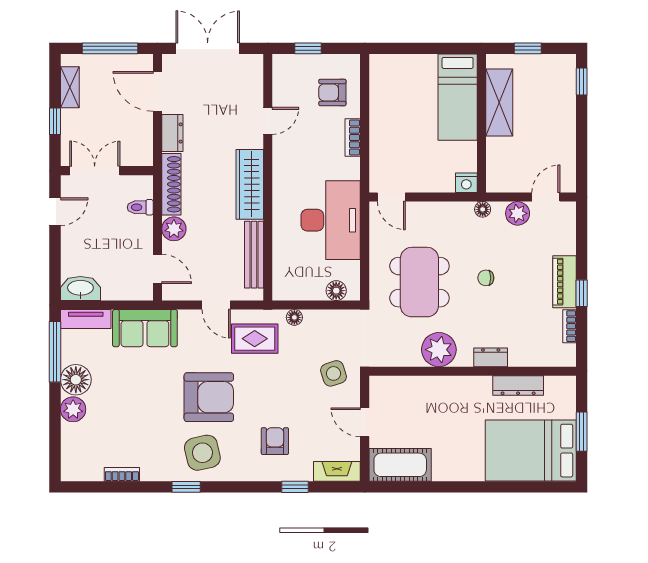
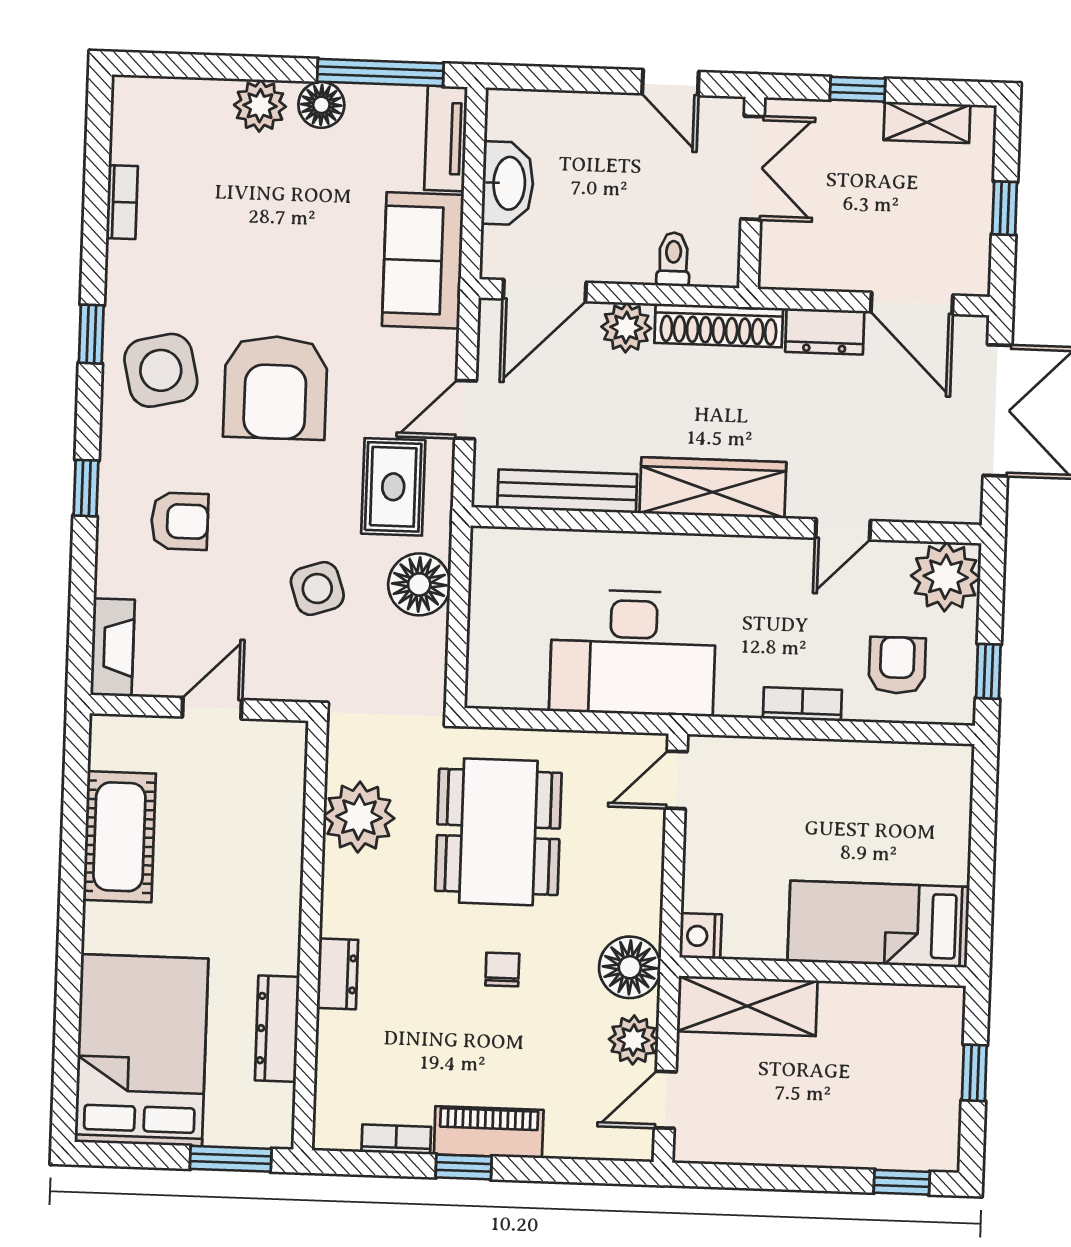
window: (110, 48) -> (1005, 208), width x0.46
window: (308, 48) -> (988, 671), moved
plant: (289, 71) -> (946, 577), added
door: (157, 91) -> (912, 303), swing flipped
shelving: (499, 102) -> (747, 1006), moved
door: (268, 121) -> (843, 529), hinge flipped
door: (546, 197) -> (665, 1100), swing flipped
floor lamp: (483, 209) -> (630, 967), width x1.89, depth x1.89
door: (157, 269) -> (545, 291), width x1.38
dining table: (419, 282) -> (498, 832), turned 90
washbasin: (80, 288) -> (508, 183), moved
floor lamp: (336, 291) -> (487, 659), removed
floor lamp: (294, 317) -> (419, 584), width x1.89, depth x1.89
plant: (439, 350) -> (359, 817), moved
side table: (333, 373) -> (317, 589), moved
floor lamp: (76, 380) -> (321, 105), width x0.73, depth x0.73
window: (582, 432) -> (231, 1159), moved
cot: (400, 465) -> (119, 837), moved
window: (295, 487) -> (86, 488), moved

